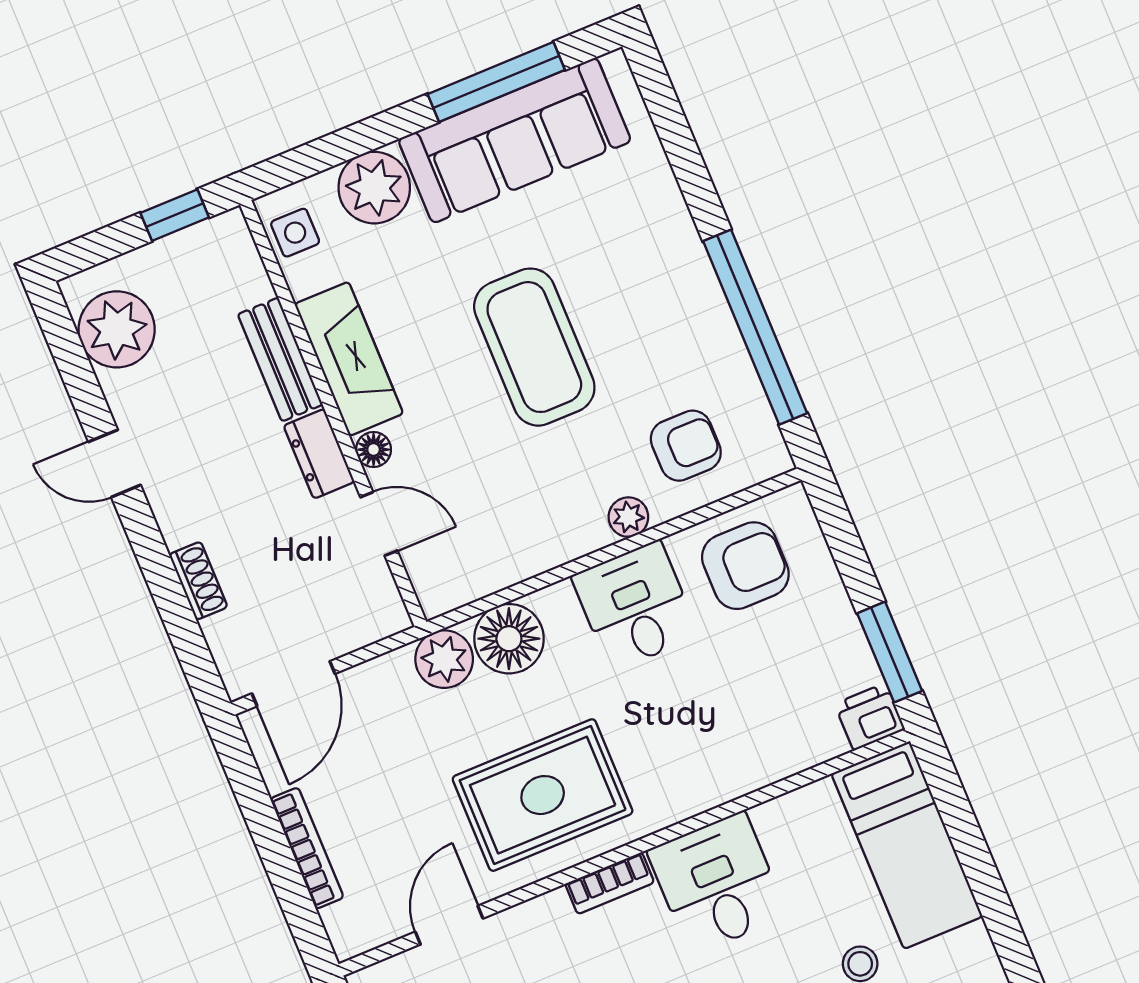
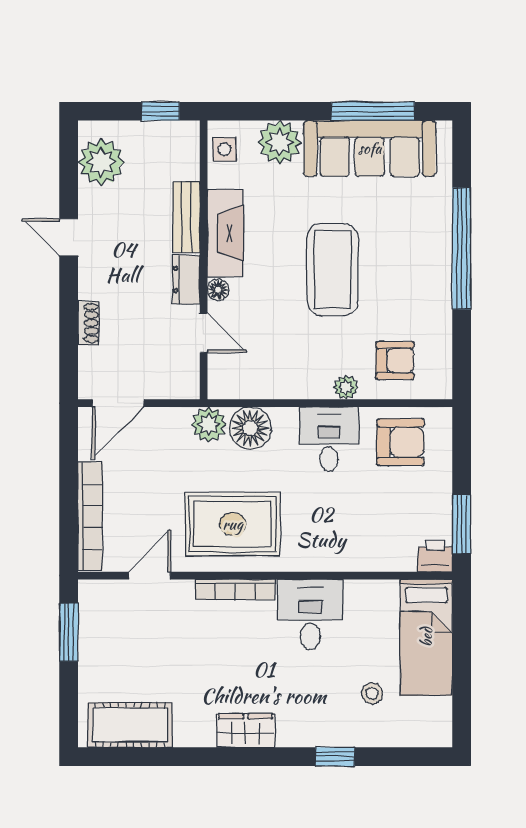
window: (755, 327) -> (462, 249), moved
bookcase: (307, 848) -> (90, 517), width x1.48, depth x1.31
bookcase: (610, 883) -> (235, 589), width x1.56

